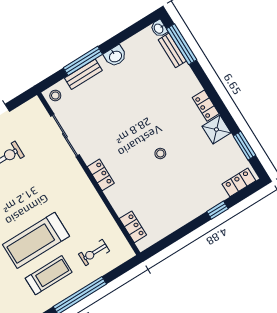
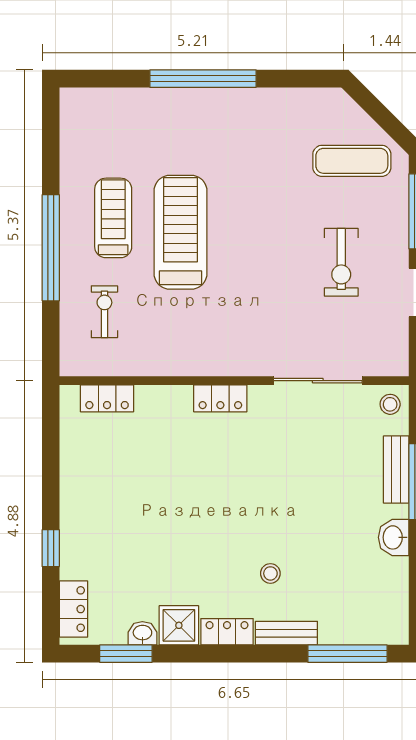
washbasin: (159, 28) -> (142, 633), moved
bench: (172, 50) -> (286, 633), moved
stool: (160, 153) -> (270, 573), moved
treadmill: (49, 275) -> (113, 218), turned 180

